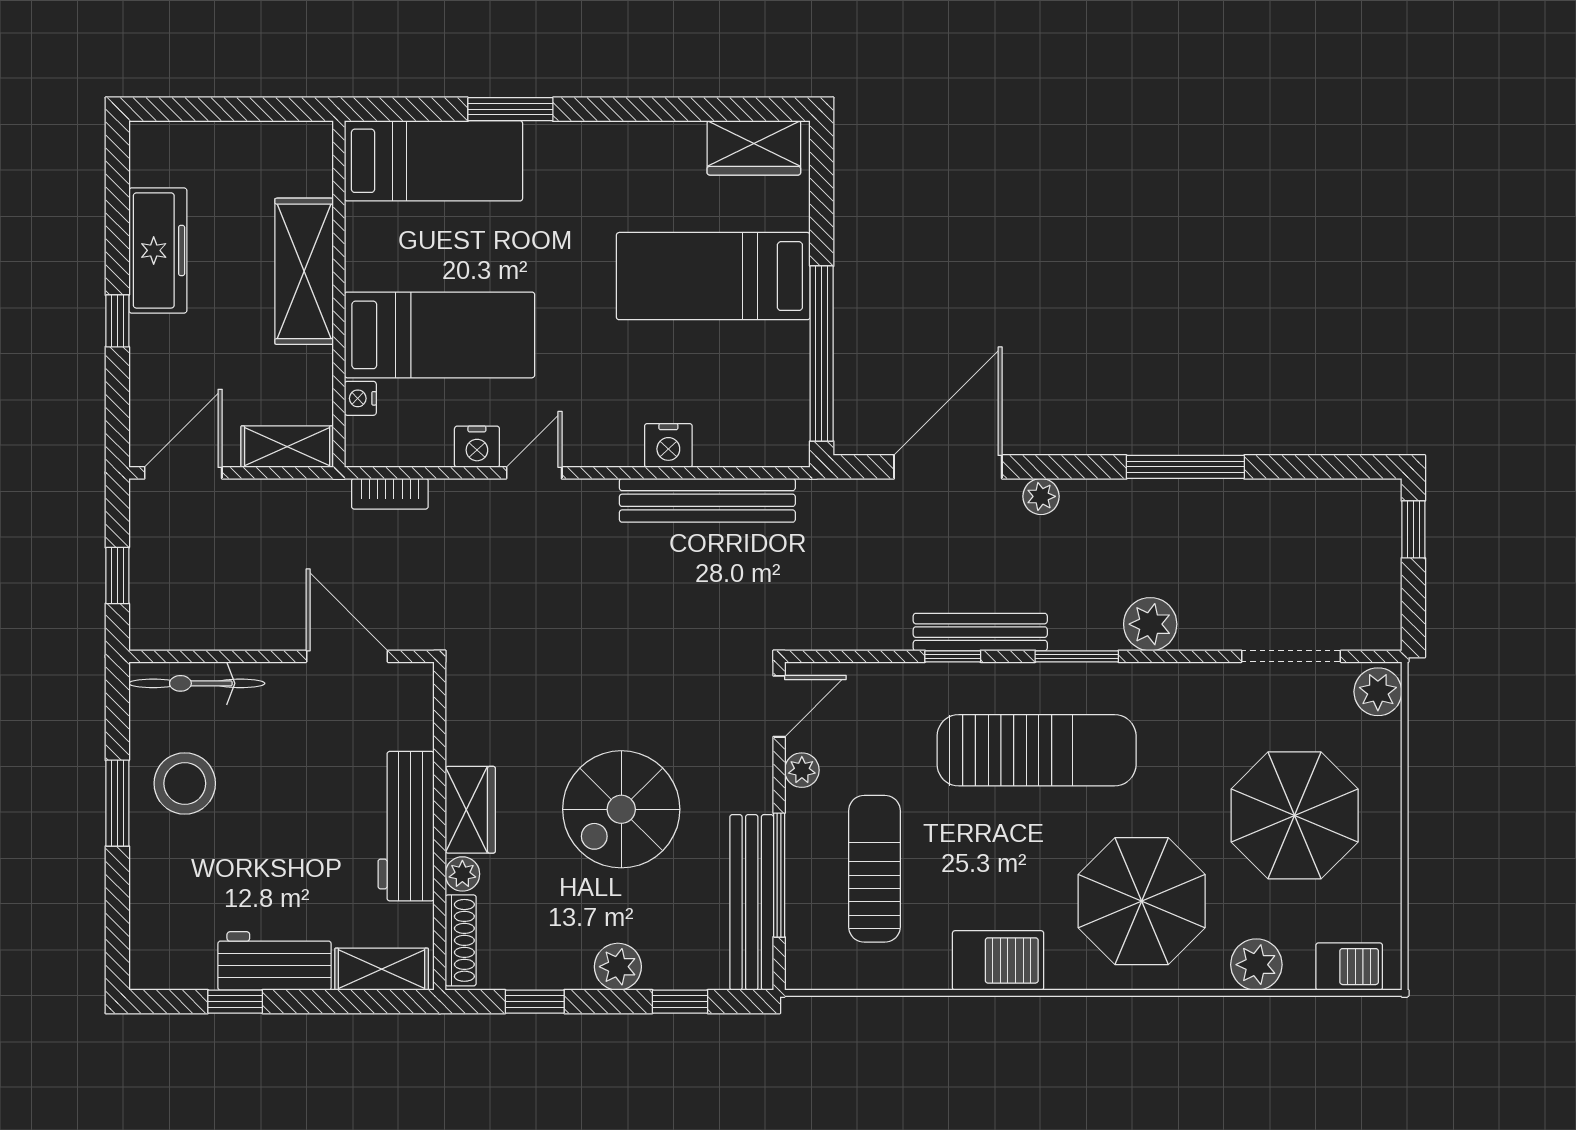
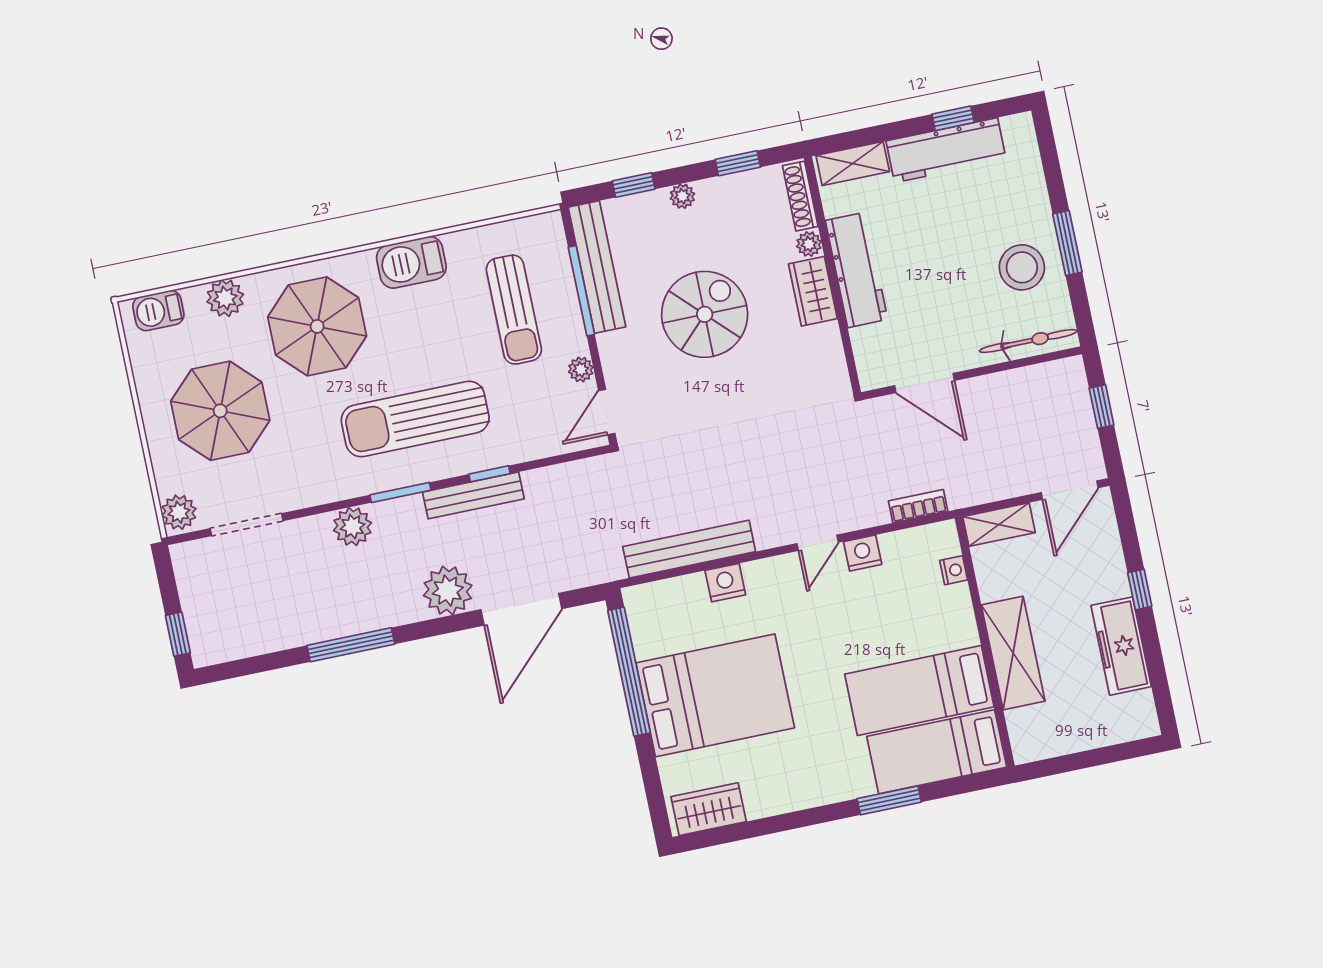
bed: (713, 276) -> (715, 695), width x1.50
bed: (440, 335) -> (919, 690), moved
plant: (1041, 496) -> (448, 591), width x1.87, depth x1.87
workbench: (275, 961) -> (946, 150), width x1.37
plant: (618, 967) -> (682, 196), width x0.73, depth x0.73

